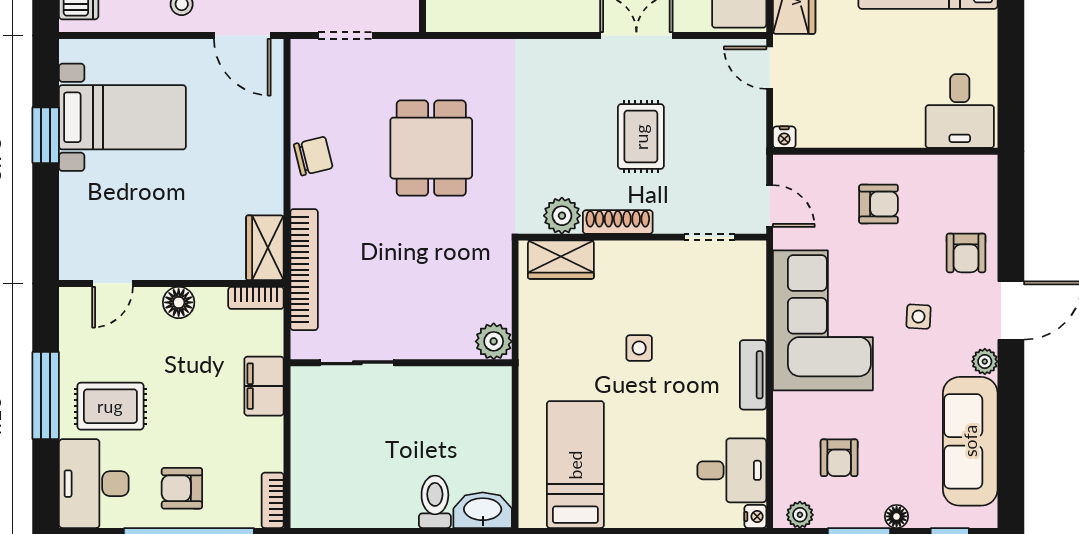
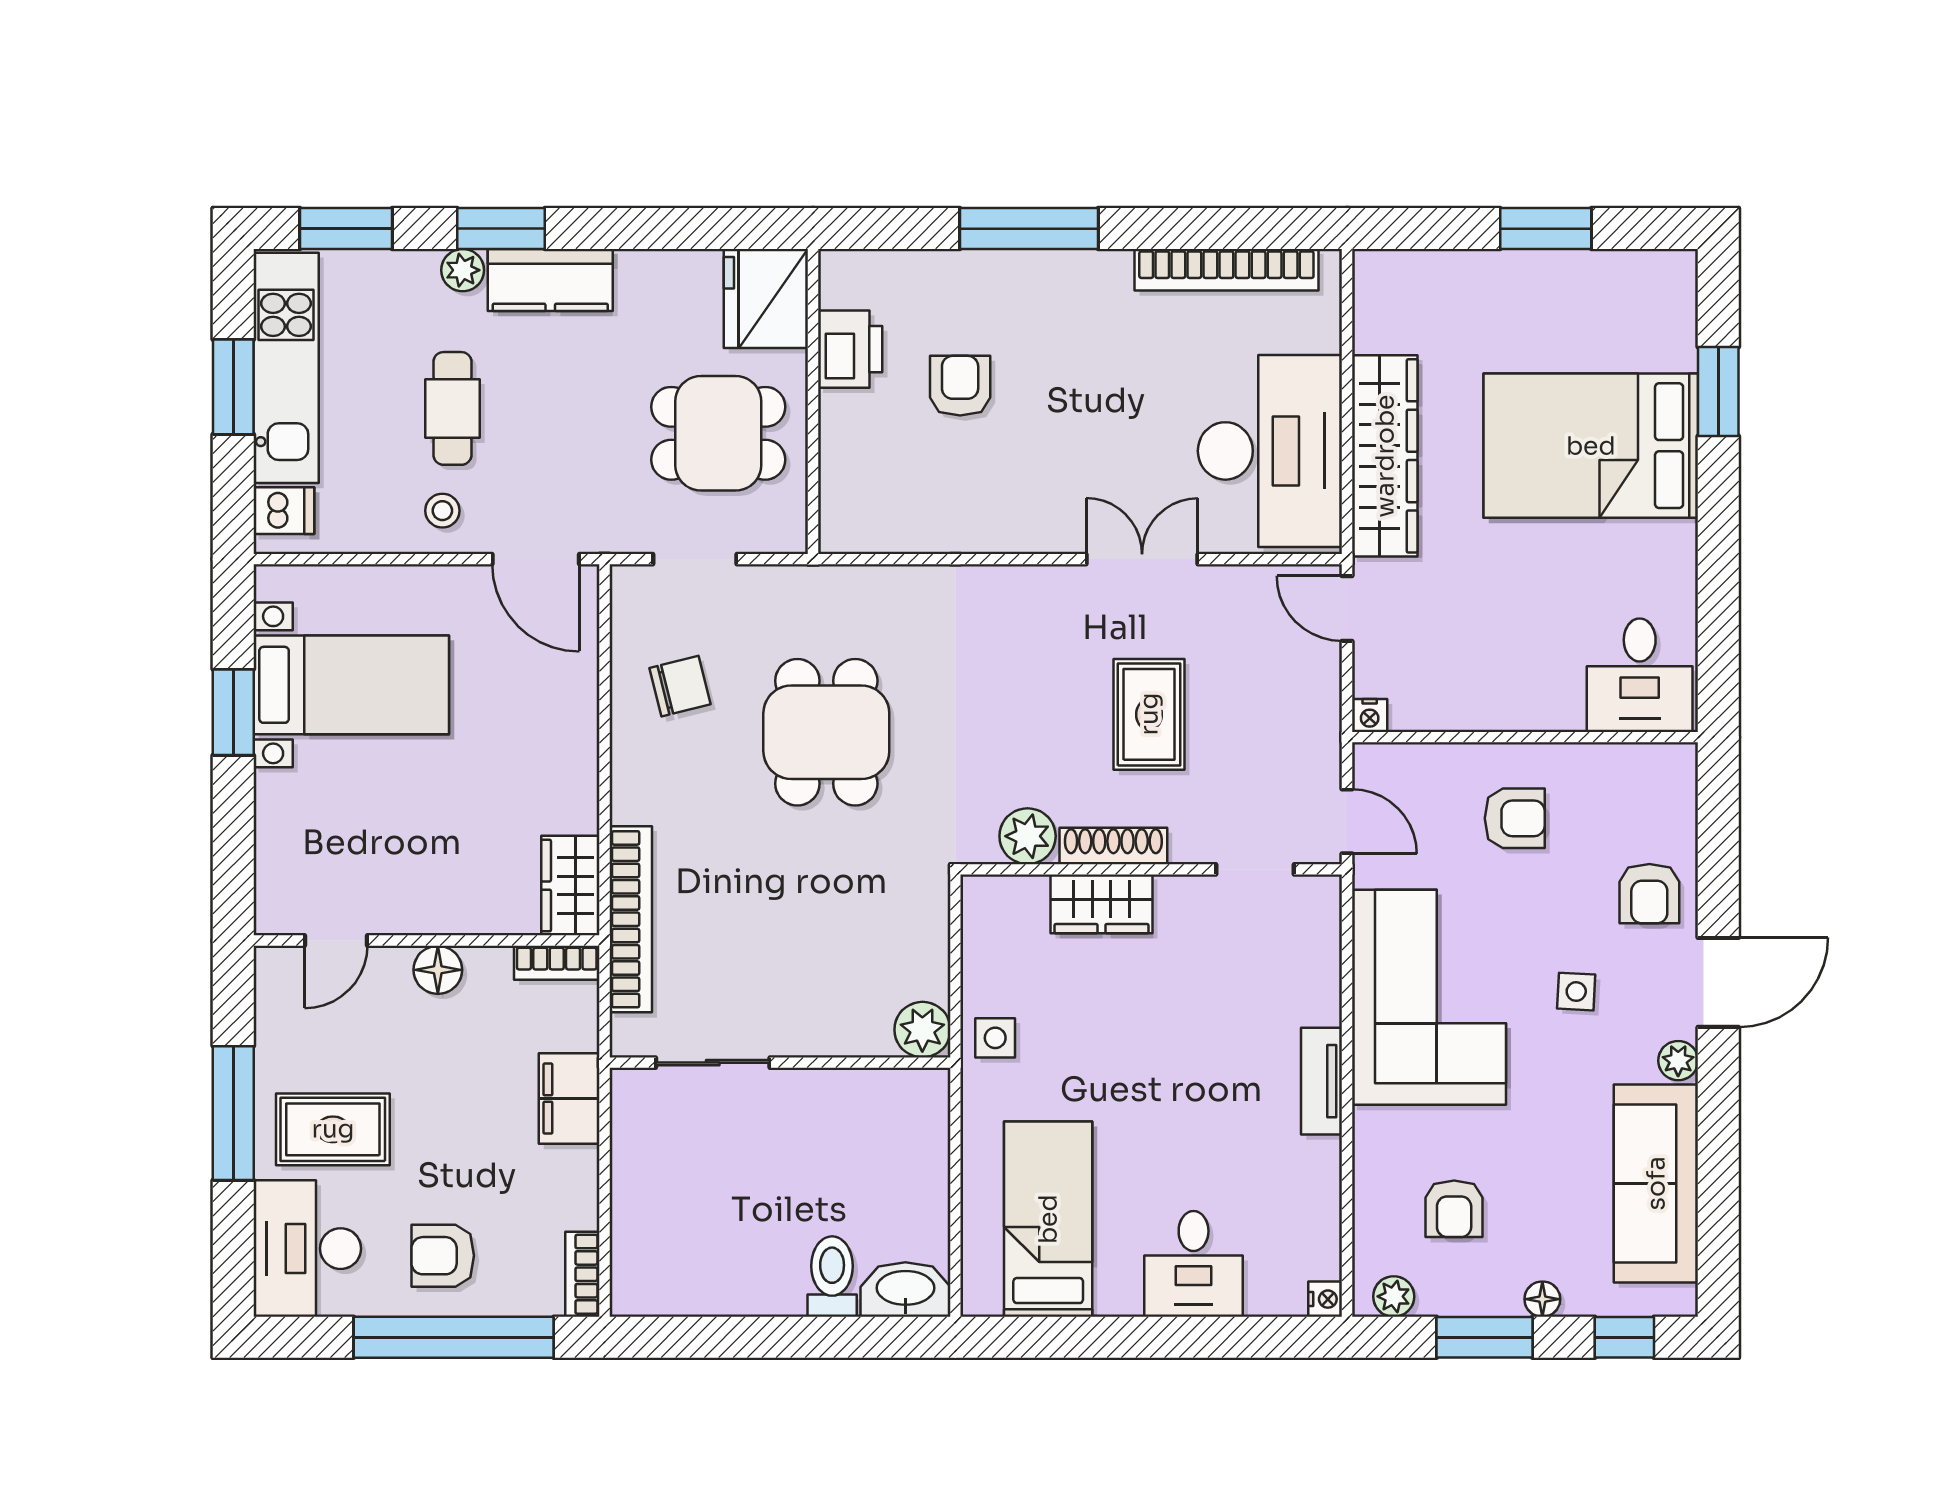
chair: (313, 156) -> (680, 686), moved
wardrobe: (561, 260) -> (1102, 904), moved
side table: (639, 348) -> (995, 1038), moved
desk: (732, 470) -> (1194, 1264), moved, turned 90

